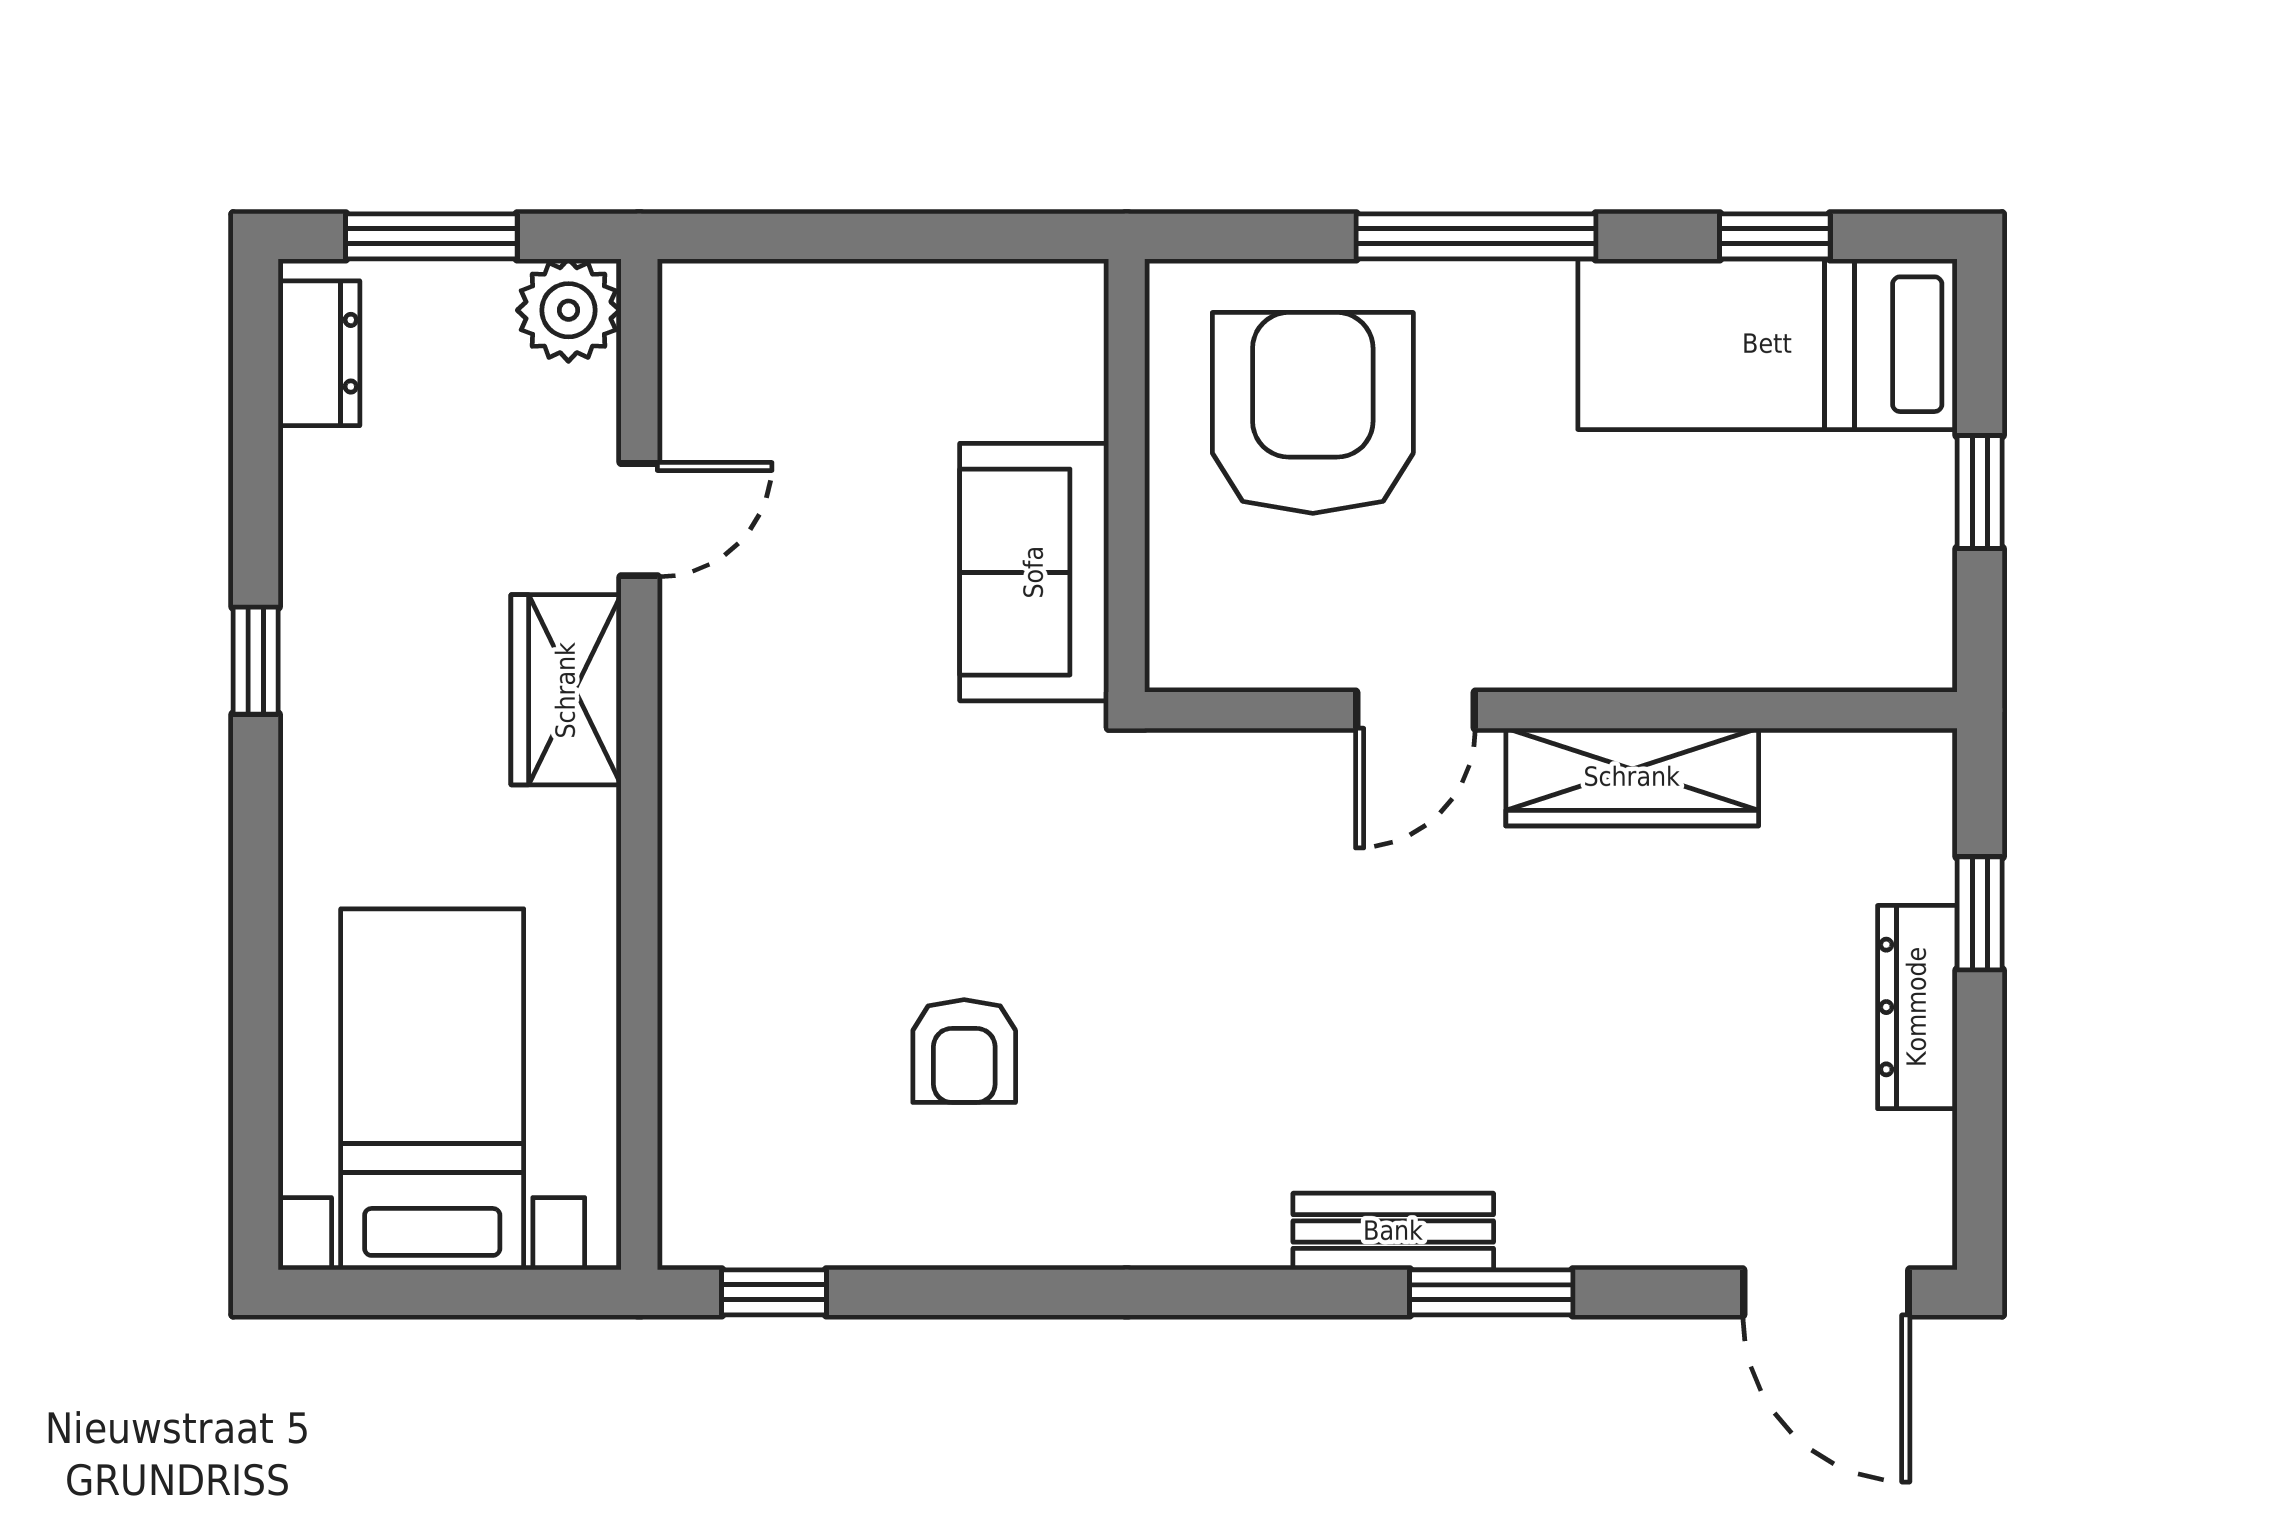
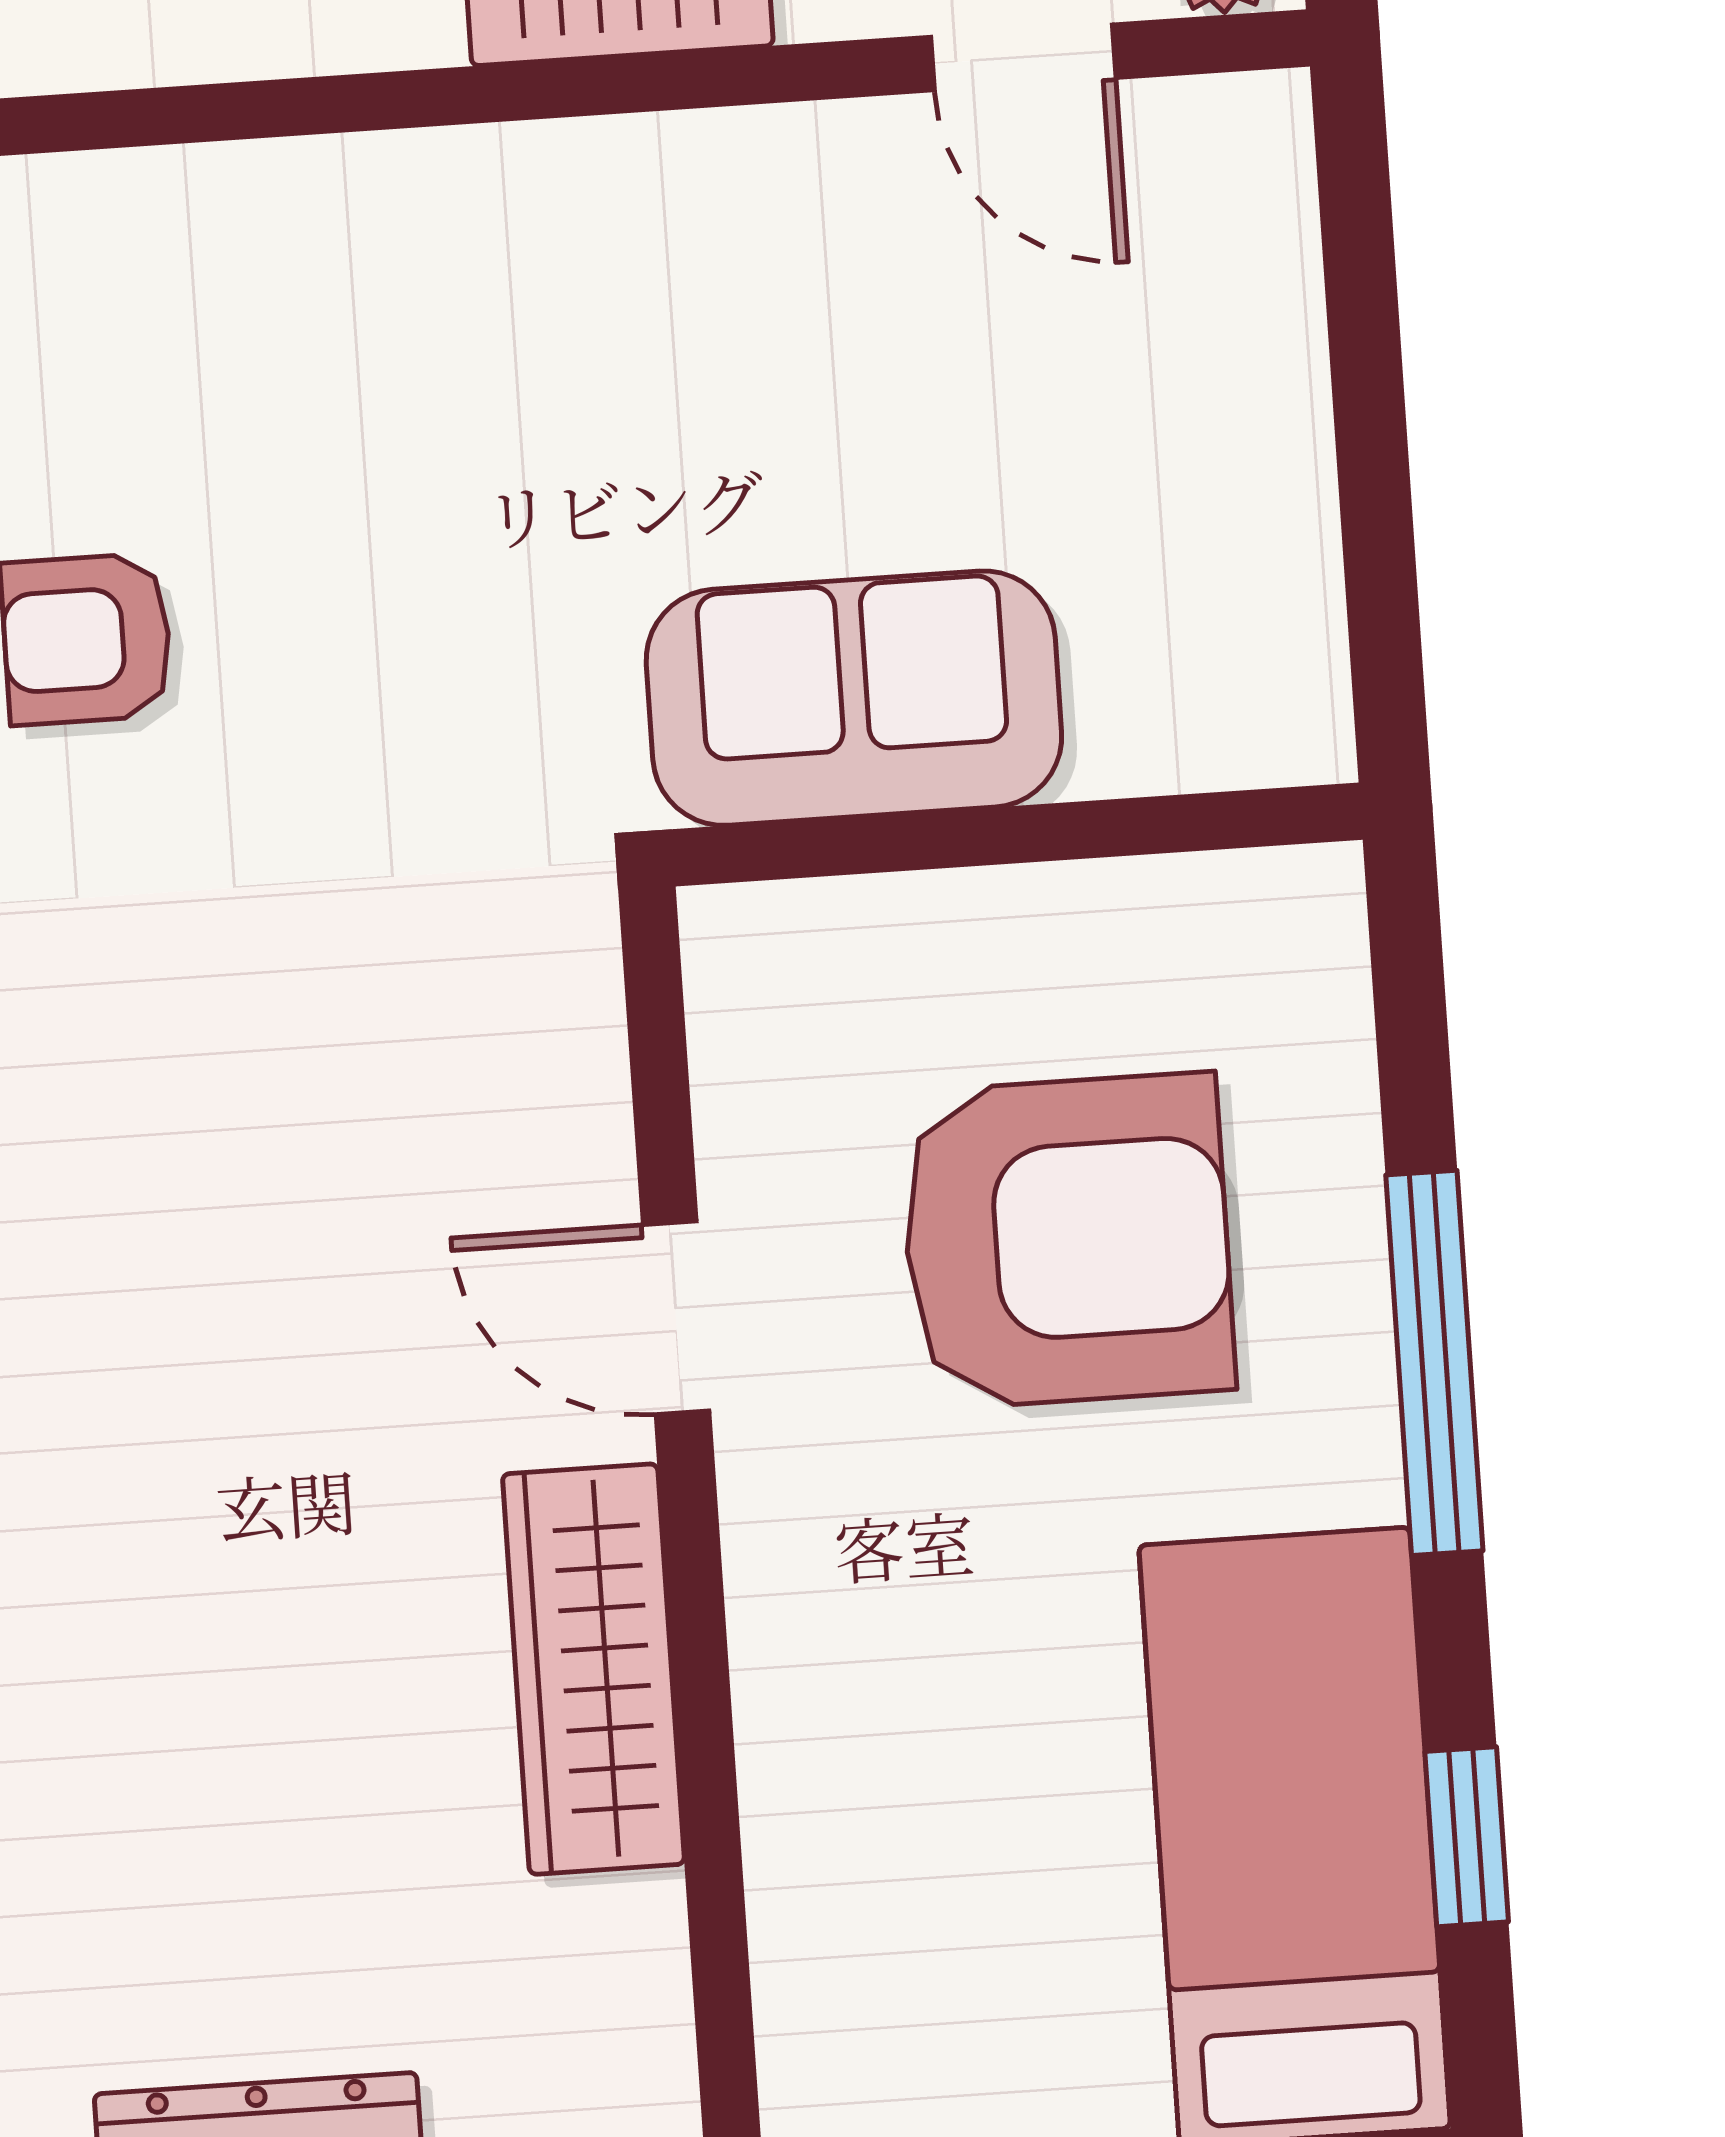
armchair: (1313, 413) -> (1067, 1241), moved
door: (639, 520) -> (1023, 57), moved

